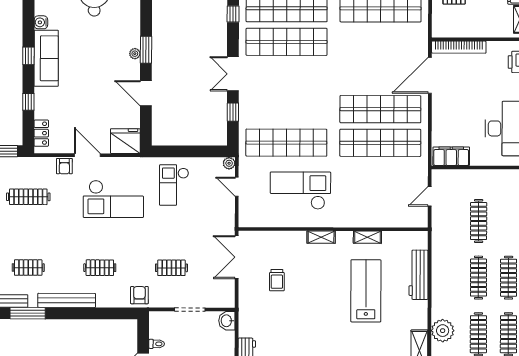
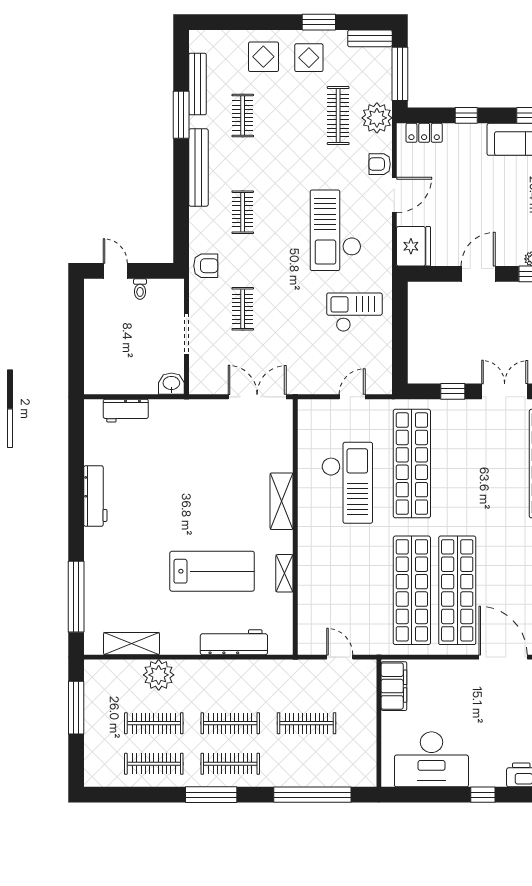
plant: (229, 163) -> (377, 118), moved, width x1.87, depth x1.87
shelving: (321, 237) -> (282, 501), width x1.50, depth x1.33
trolley: (277, 280) -> (226, 451), removed

